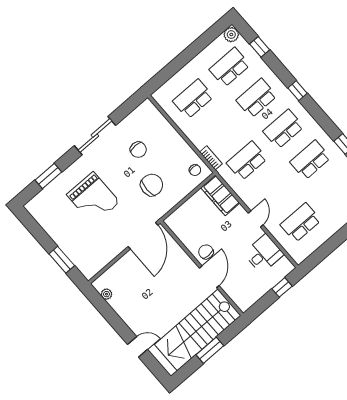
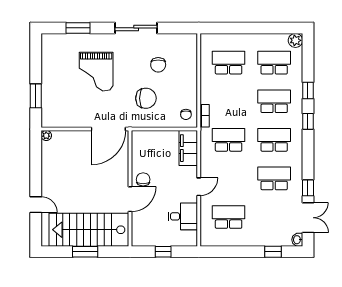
window: (260, 47) -> (308, 91), moved
window: (282, 287) -> (163, 252), moved
plant: (106, 294) -> (46, 136), moved

